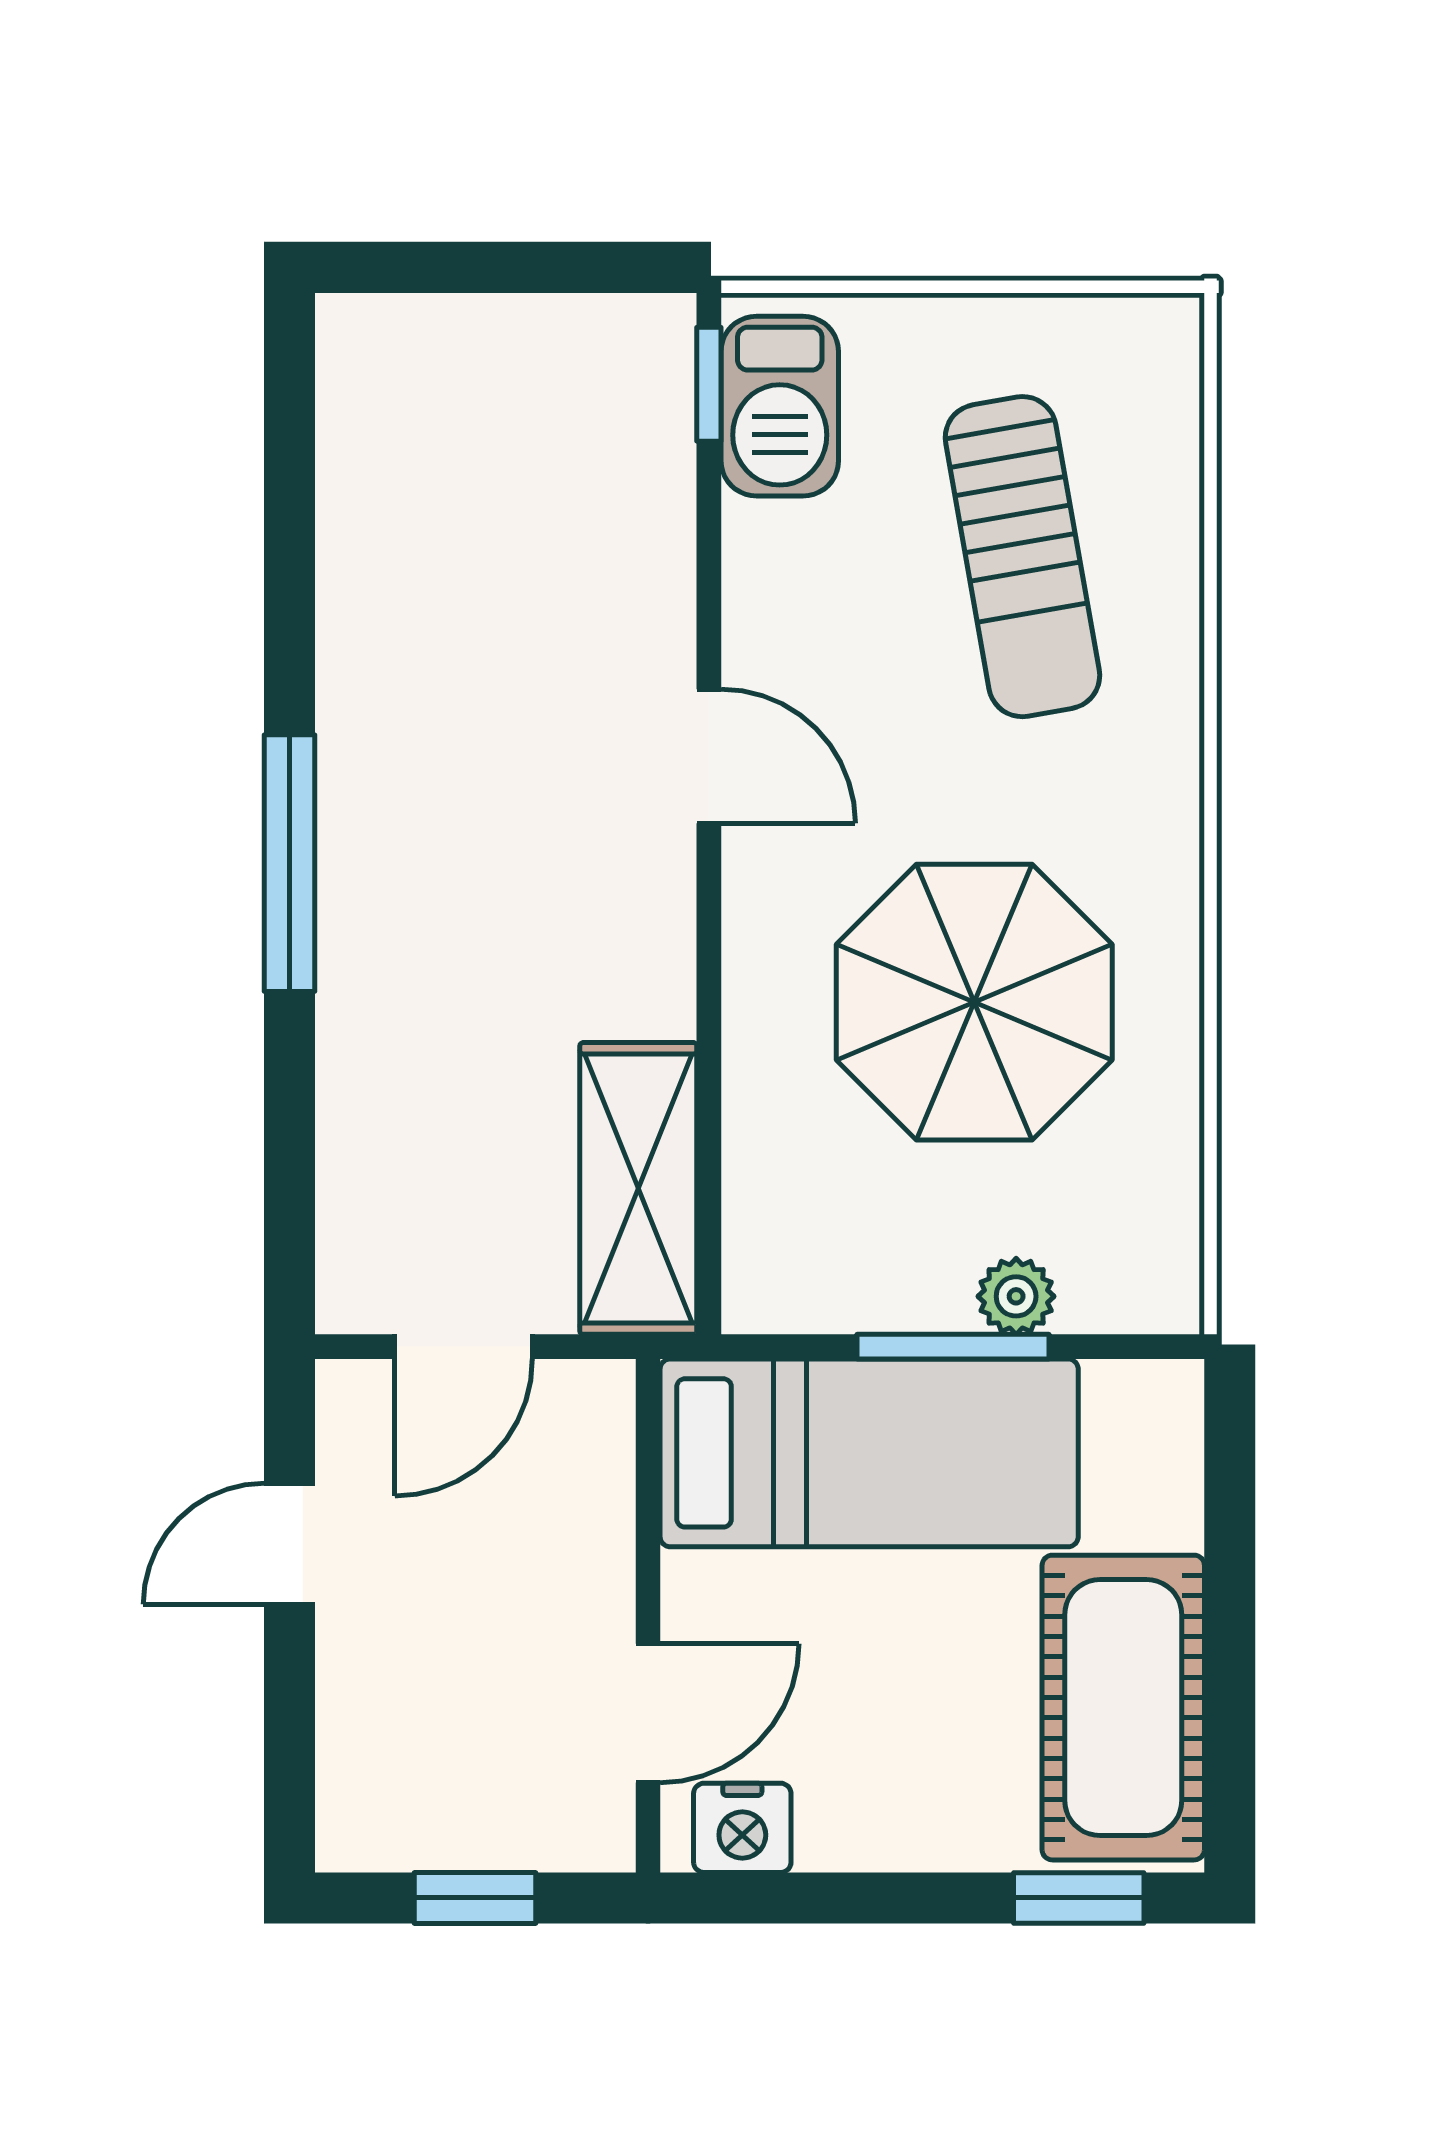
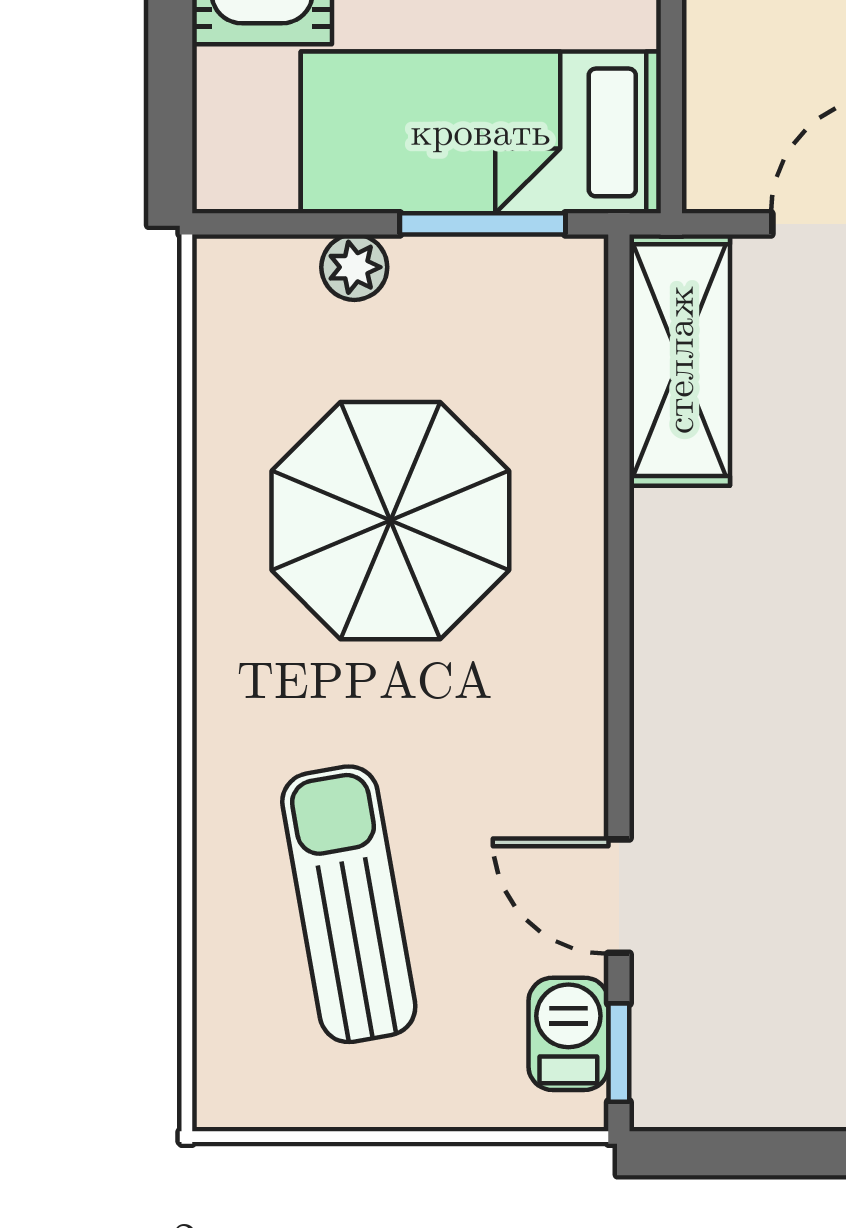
barbecue: (780, 406) -> (568, 1034), width x0.73, depth x0.79
door: (709, 756) -> (619, 896), moved
window: (953, 1347) -> (483, 224), moved

